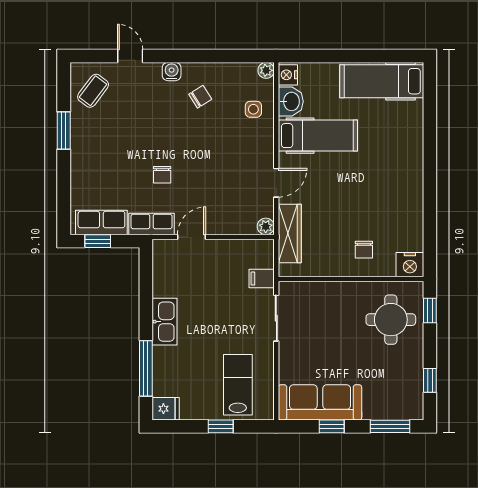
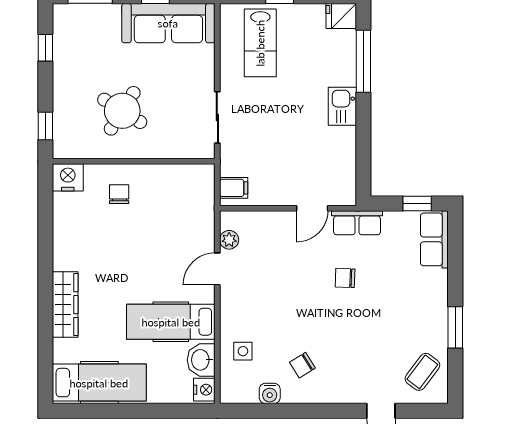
plant: (266, 70) -> (229, 395), removed
water cooler: (172, 72) -> (270, 393), moved
chair: (162, 175) -> (345, 278), turned -88
row of seats: (101, 223) -> (434, 239), moved, turned 90
plant: (266, 226) -> (229, 240), moved
wardrobe: (290, 234) -> (65, 305), moved, turned 180
filing cabinet: (262, 279) -> (234, 188), moved
round table: (391, 320) -> (122, 111), moved, turned 32
kitchen sink: (165, 322) -> (342, 106), width x0.73

